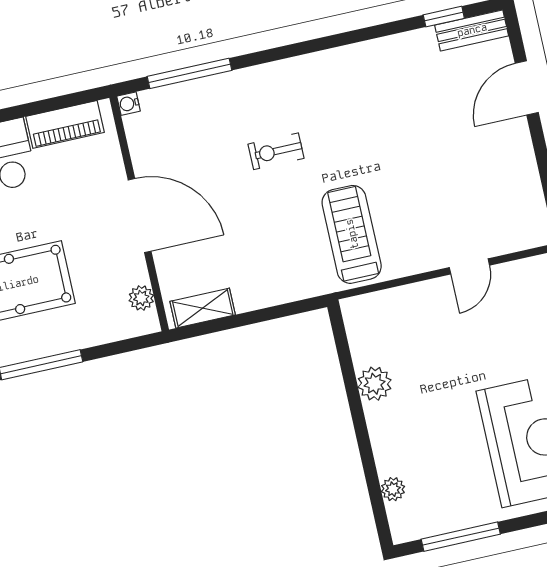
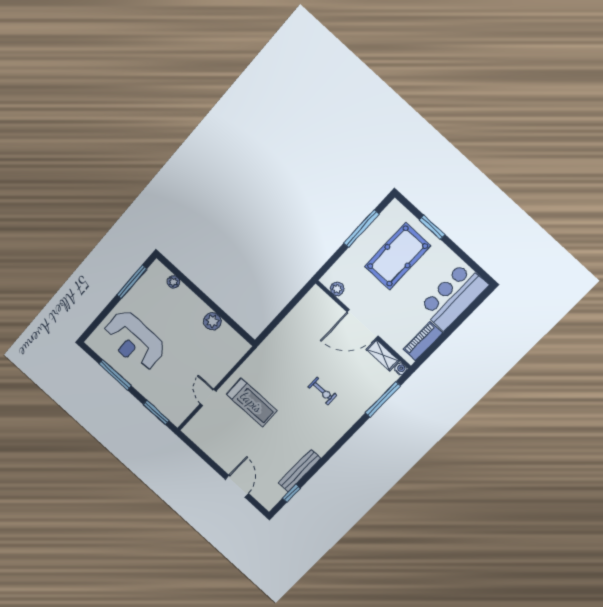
bench: (472, 30) -> (300, 470), moved, width x1.36
exercise bike: (276, 151) -> (323, 391), turned 90
treadmill: (352, 234) -> (252, 402), moved
shelving: (203, 308) -> (383, 355), moved, turned 90

